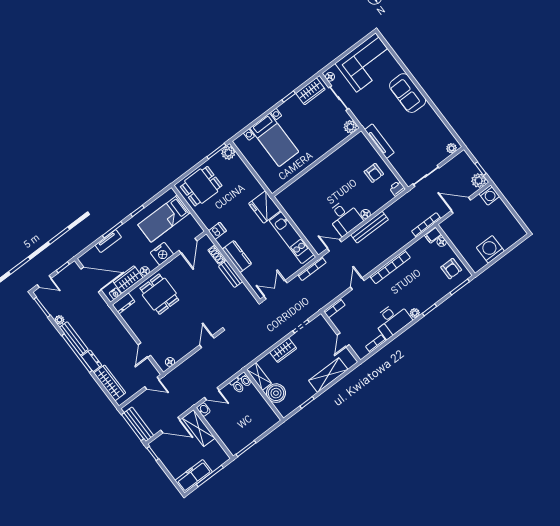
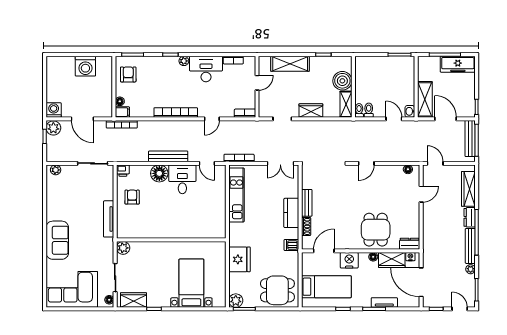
fridge: (265, 207) -> (239, 259), moved
floor lamp: (366, 214) -> (159, 173), width x1.89, depth x1.89

